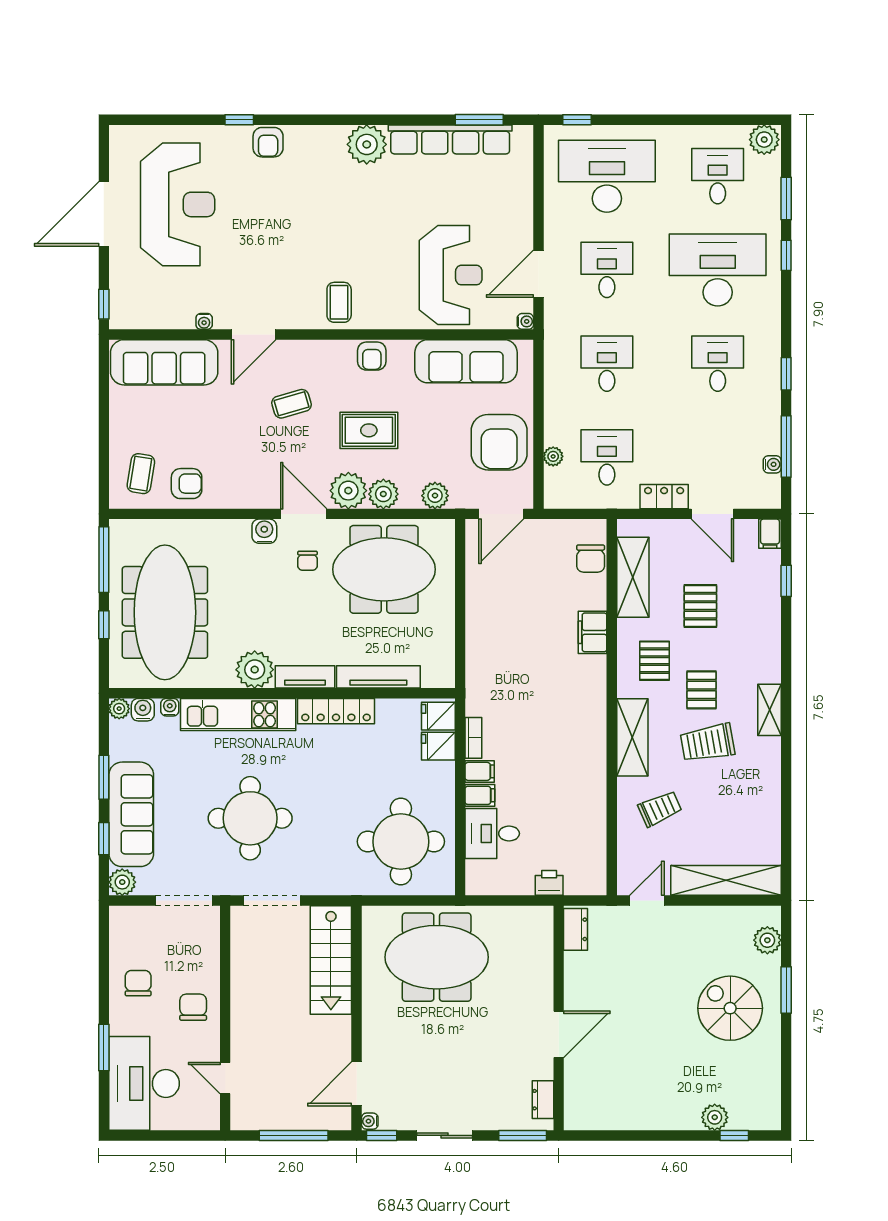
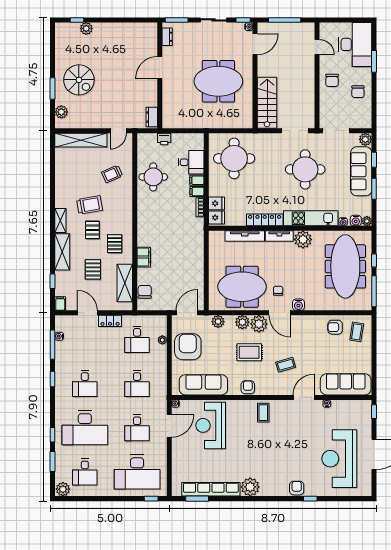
shelving: (632, 737) -> (62, 252), moved
round table: (572, 802) -> (153, 177), added
meeting table: (437, 957) -> (218, 81), moved

